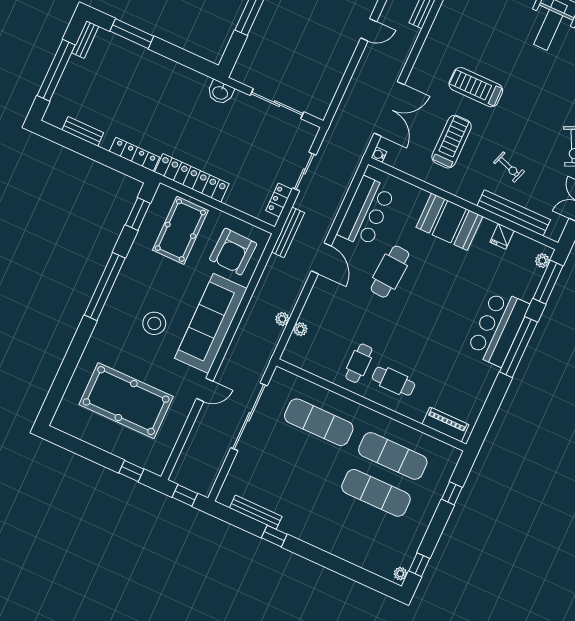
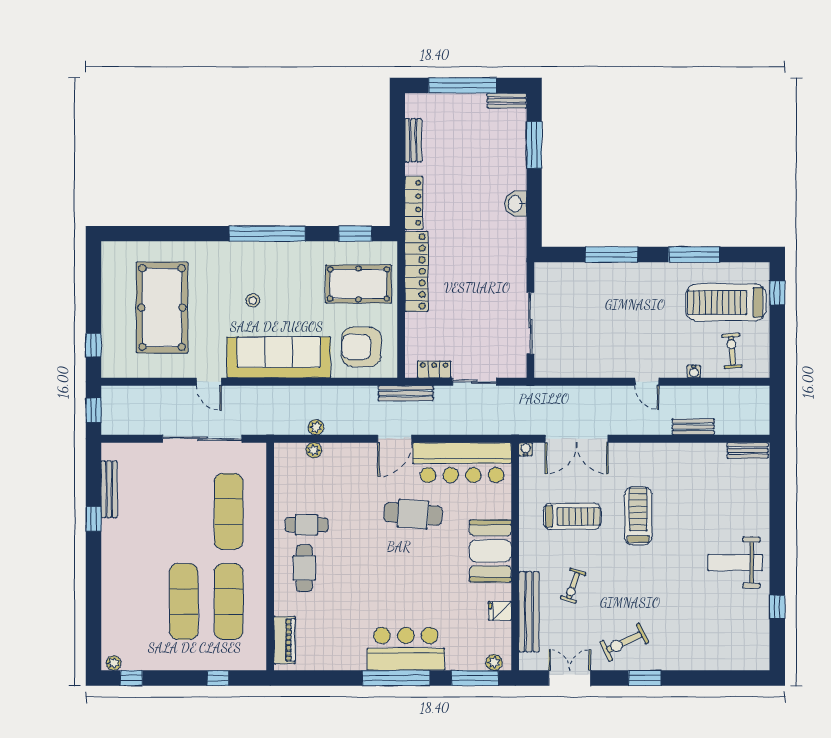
washbasin: (220, 92) -> (516, 204), moved
bar counter: (366, 212) -> (462, 463), width x1.36
stool: (154, 323) -> (253, 300), width x0.53, depth x0.53

